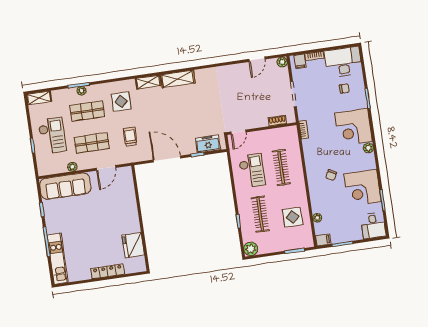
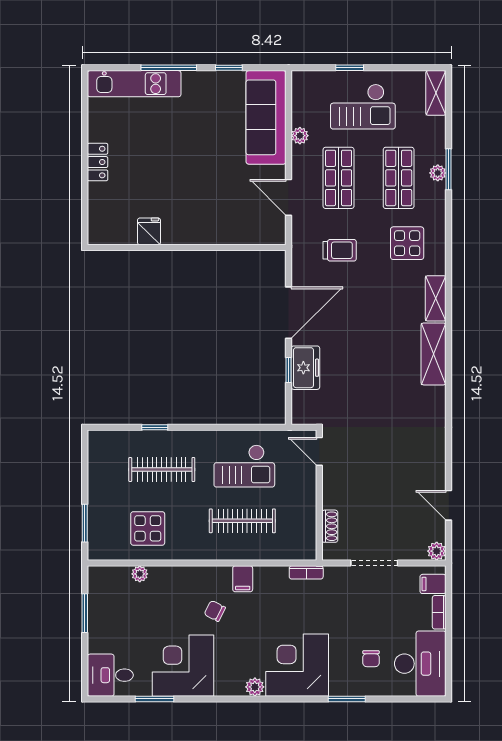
freezer: (208, 144) -> (305, 368), moved
filing cabinet: (323, 240) -> (243, 579), moved
fridge: (133, 245) -> (149, 231), width x0.53, depth x0.75
plant: (251, 249) -> (100, 443), removed
locker: (108, 271) -> (98, 162), width x0.66

